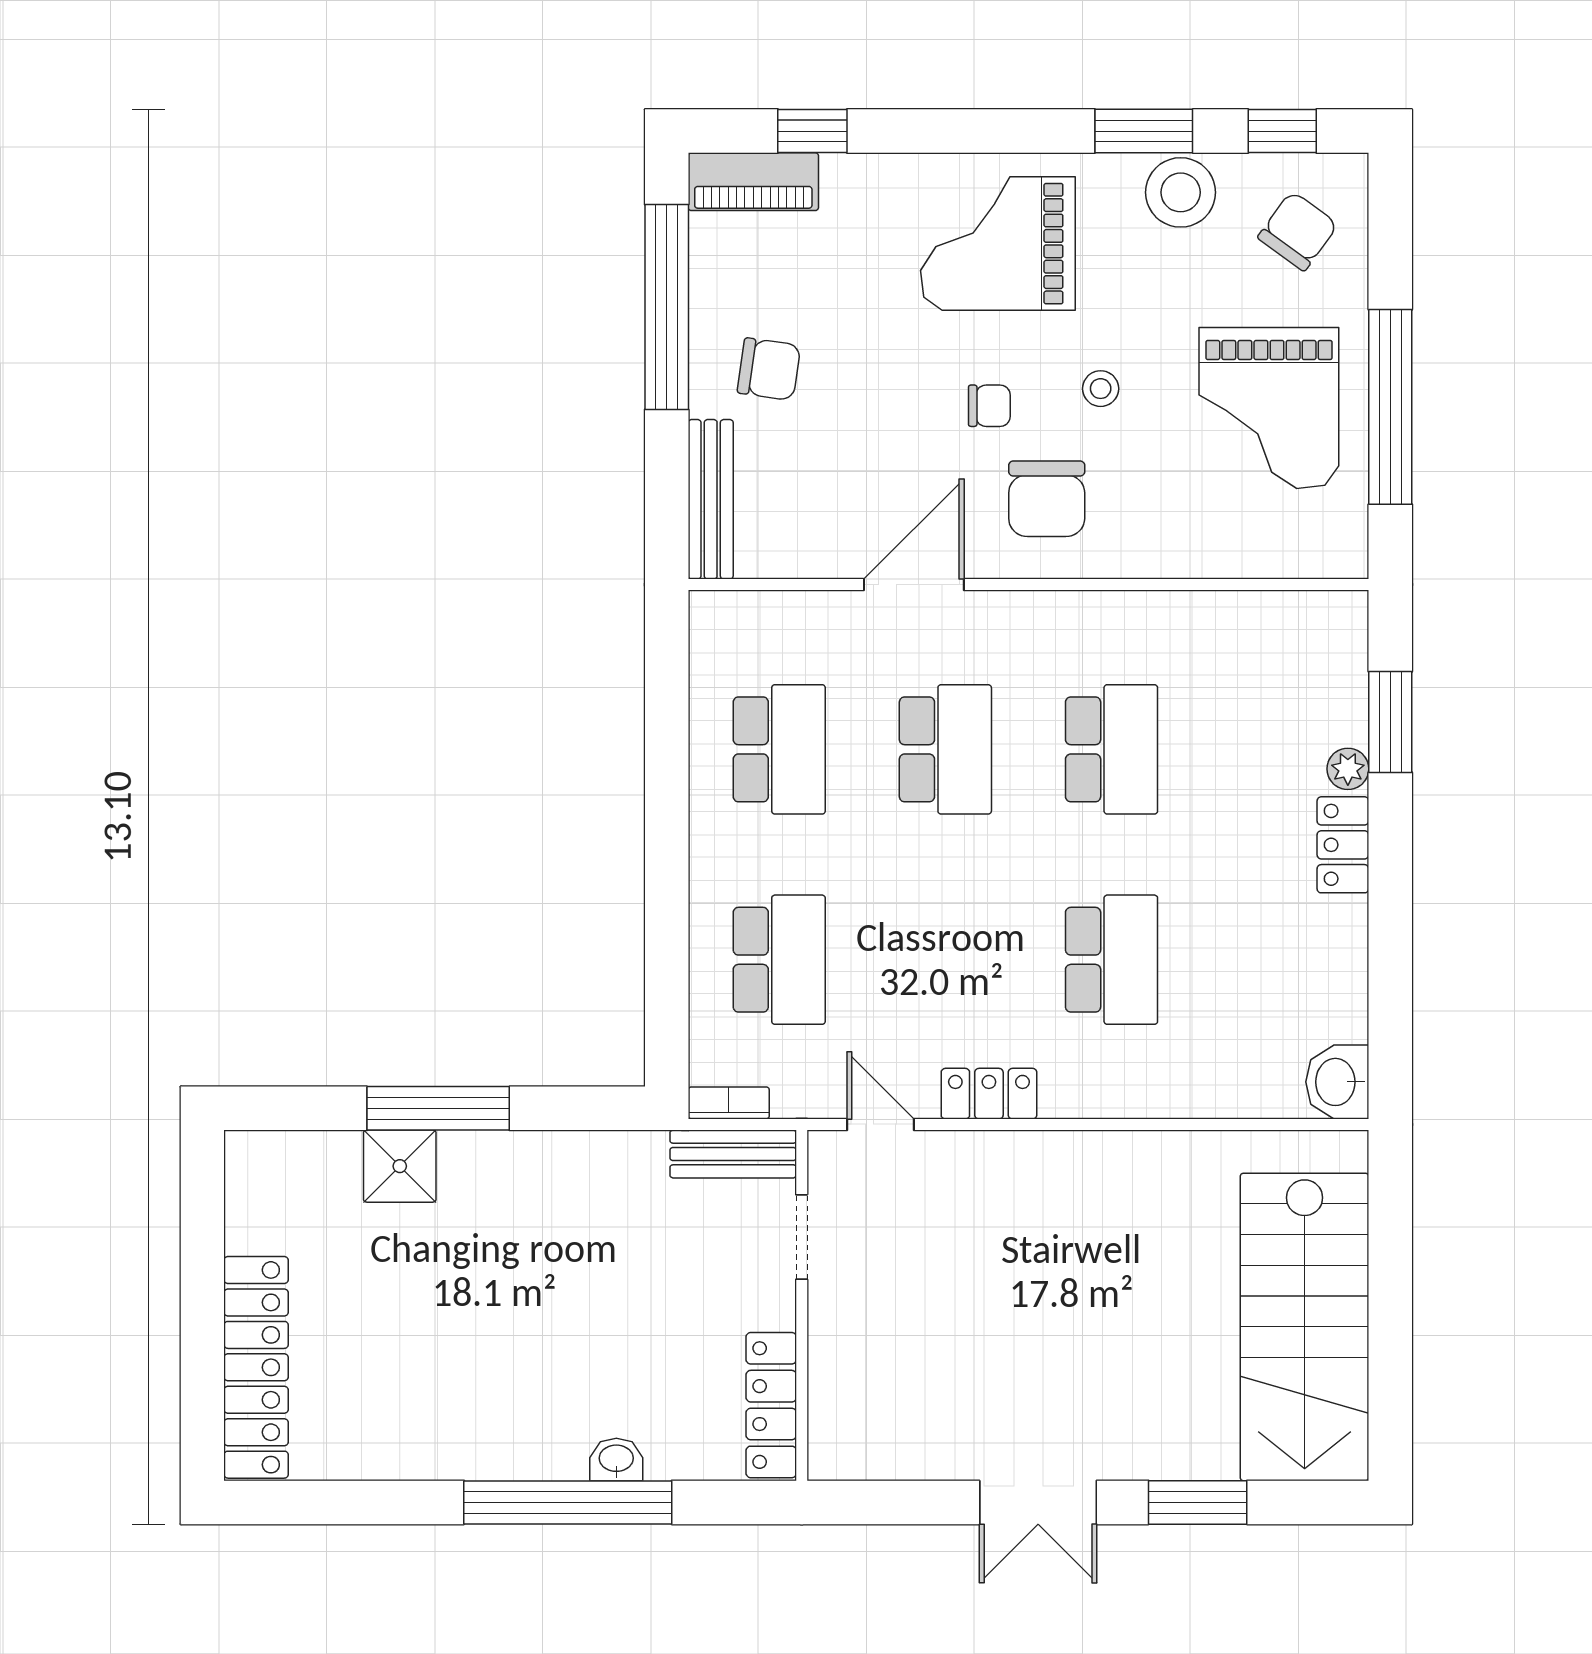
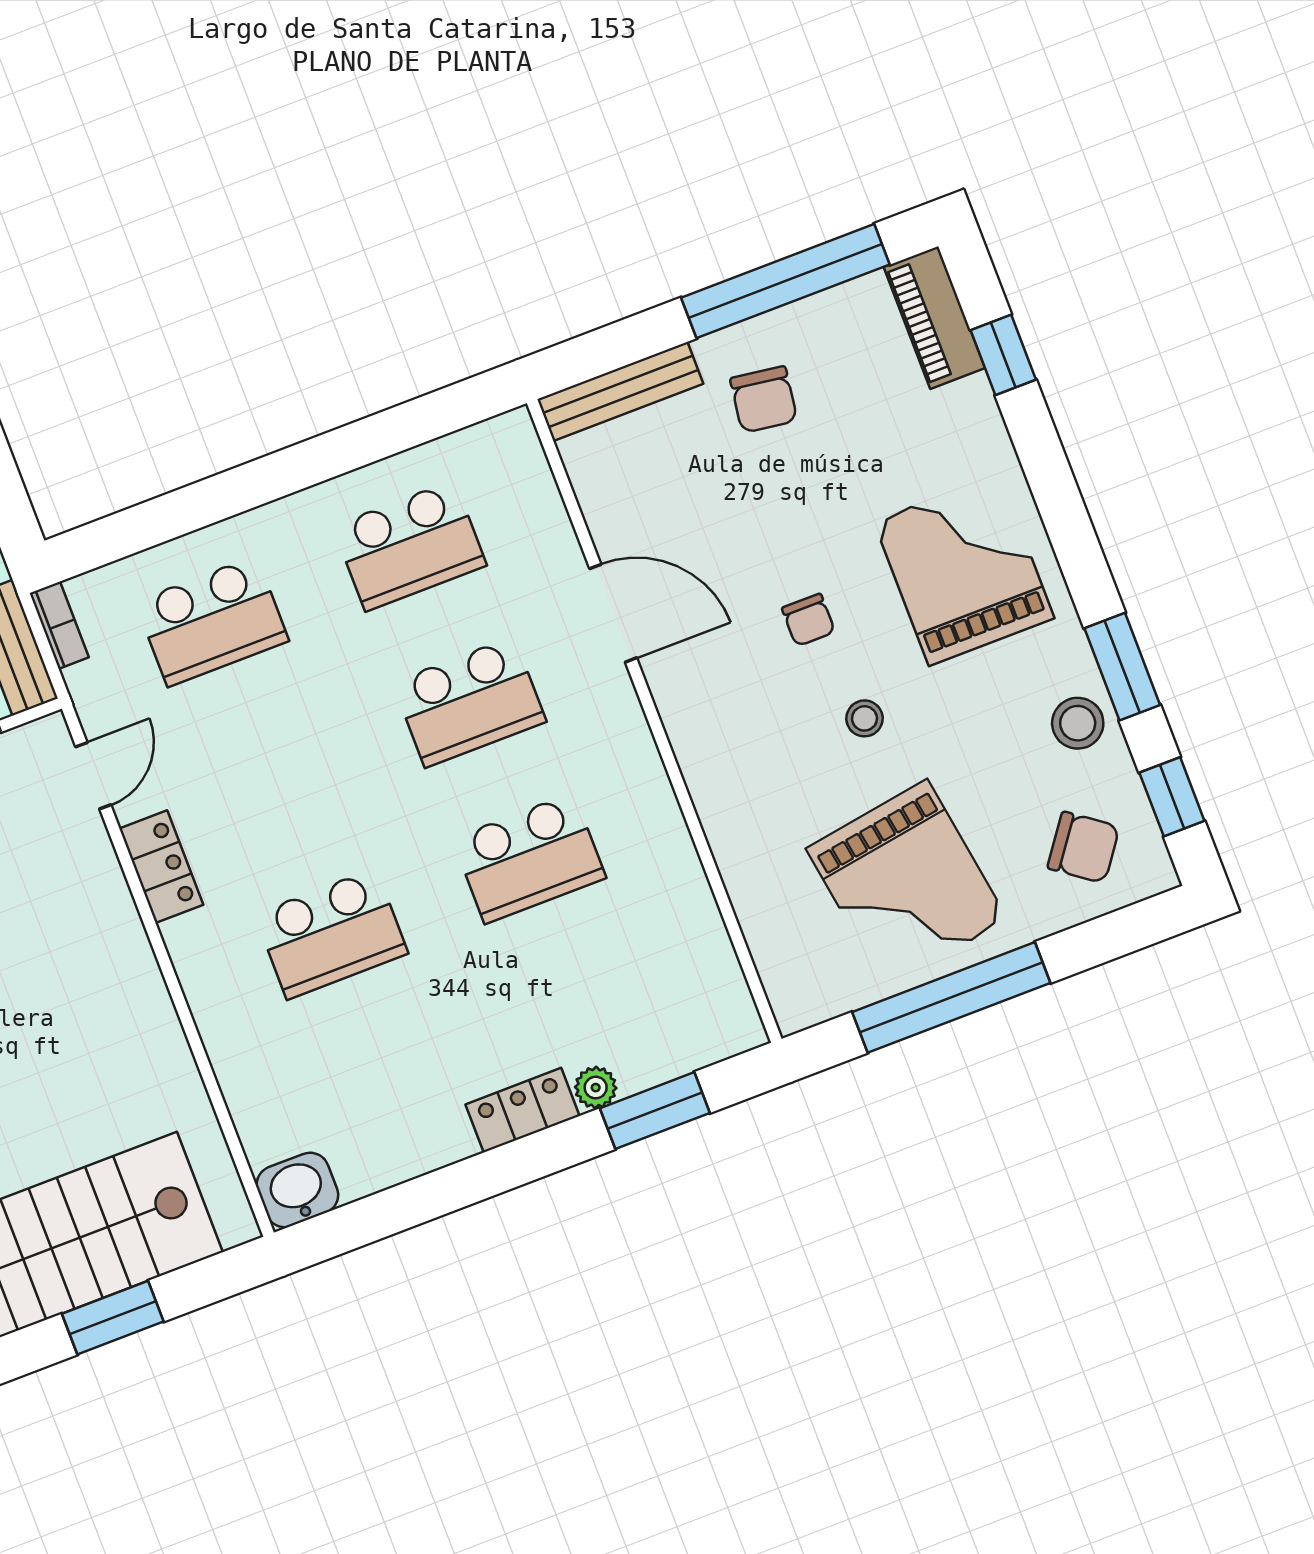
stool: (1181, 192) -> (1078, 723), width x0.73, depth x0.73
grand piano: (1269, 408) -> (907, 884), turned -99
chair: (1047, 499) -> (741, 707), removed
window: (1390, 1299) -> (113, 1318), added

